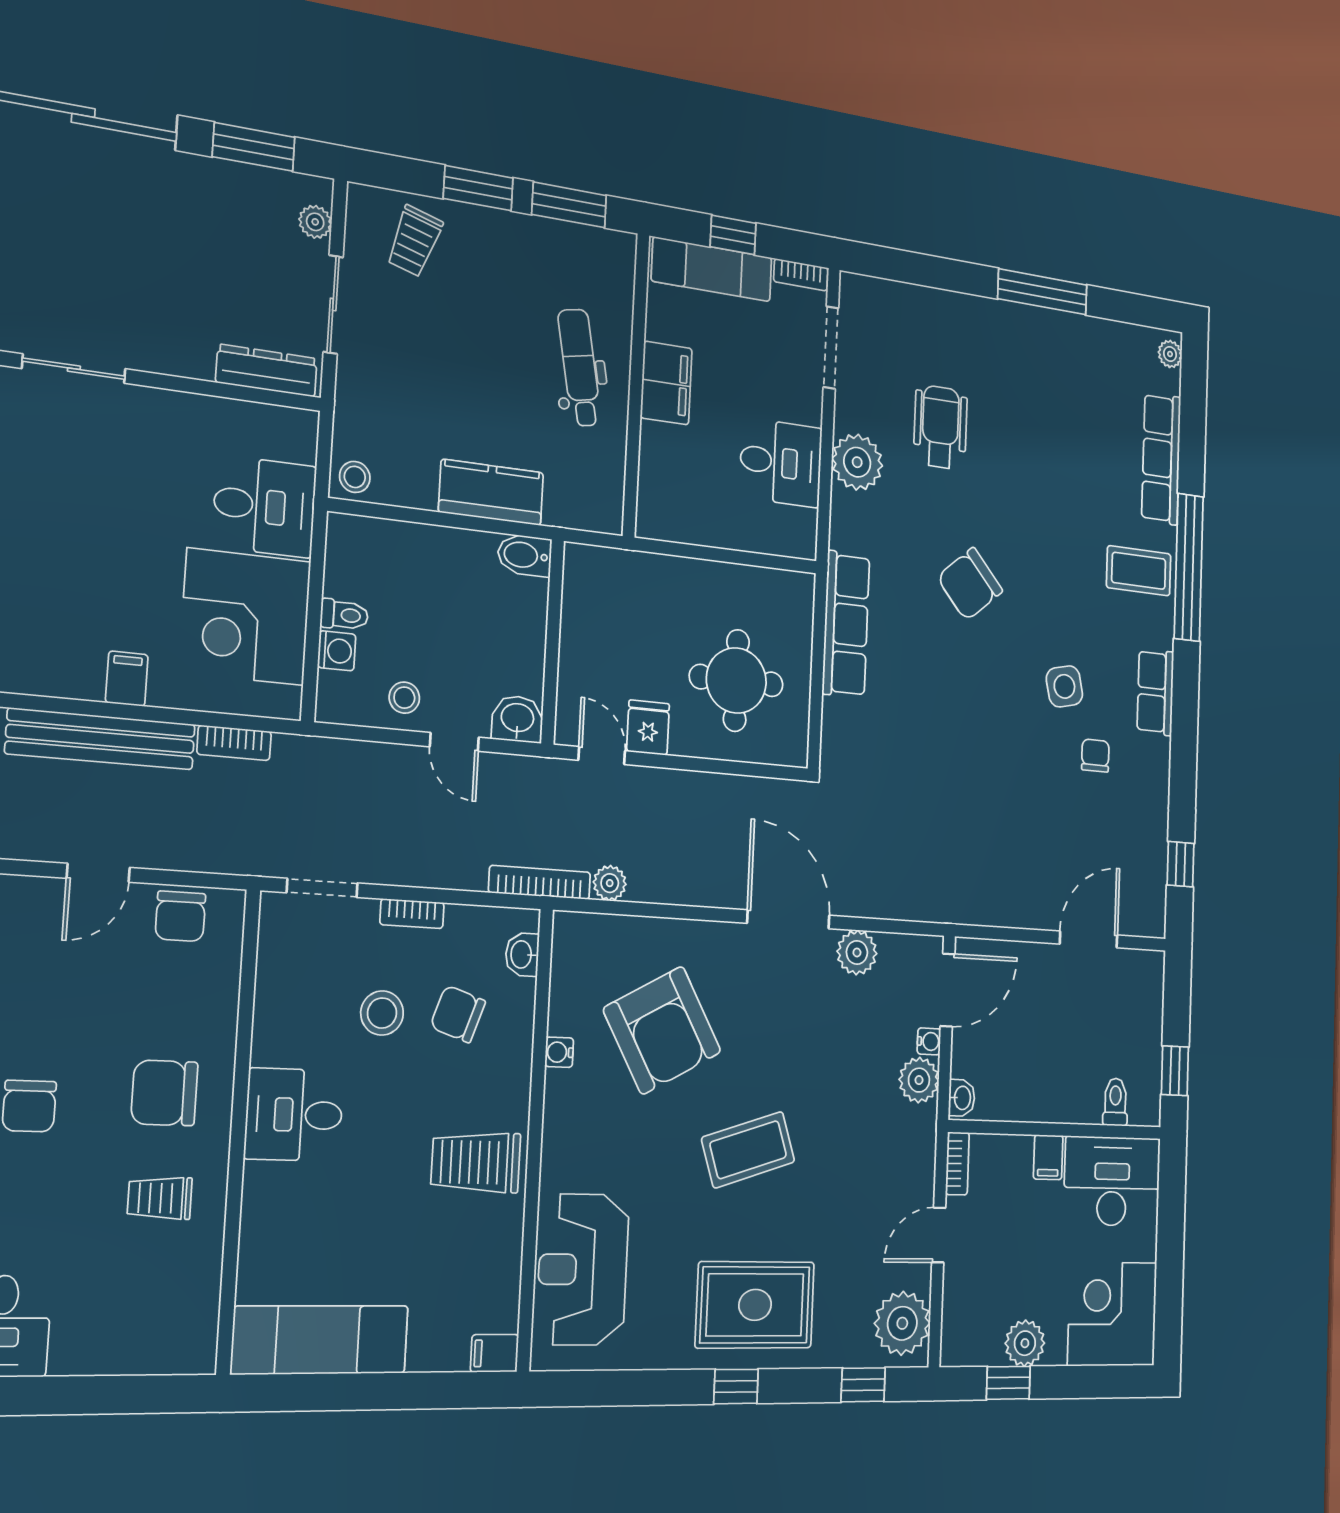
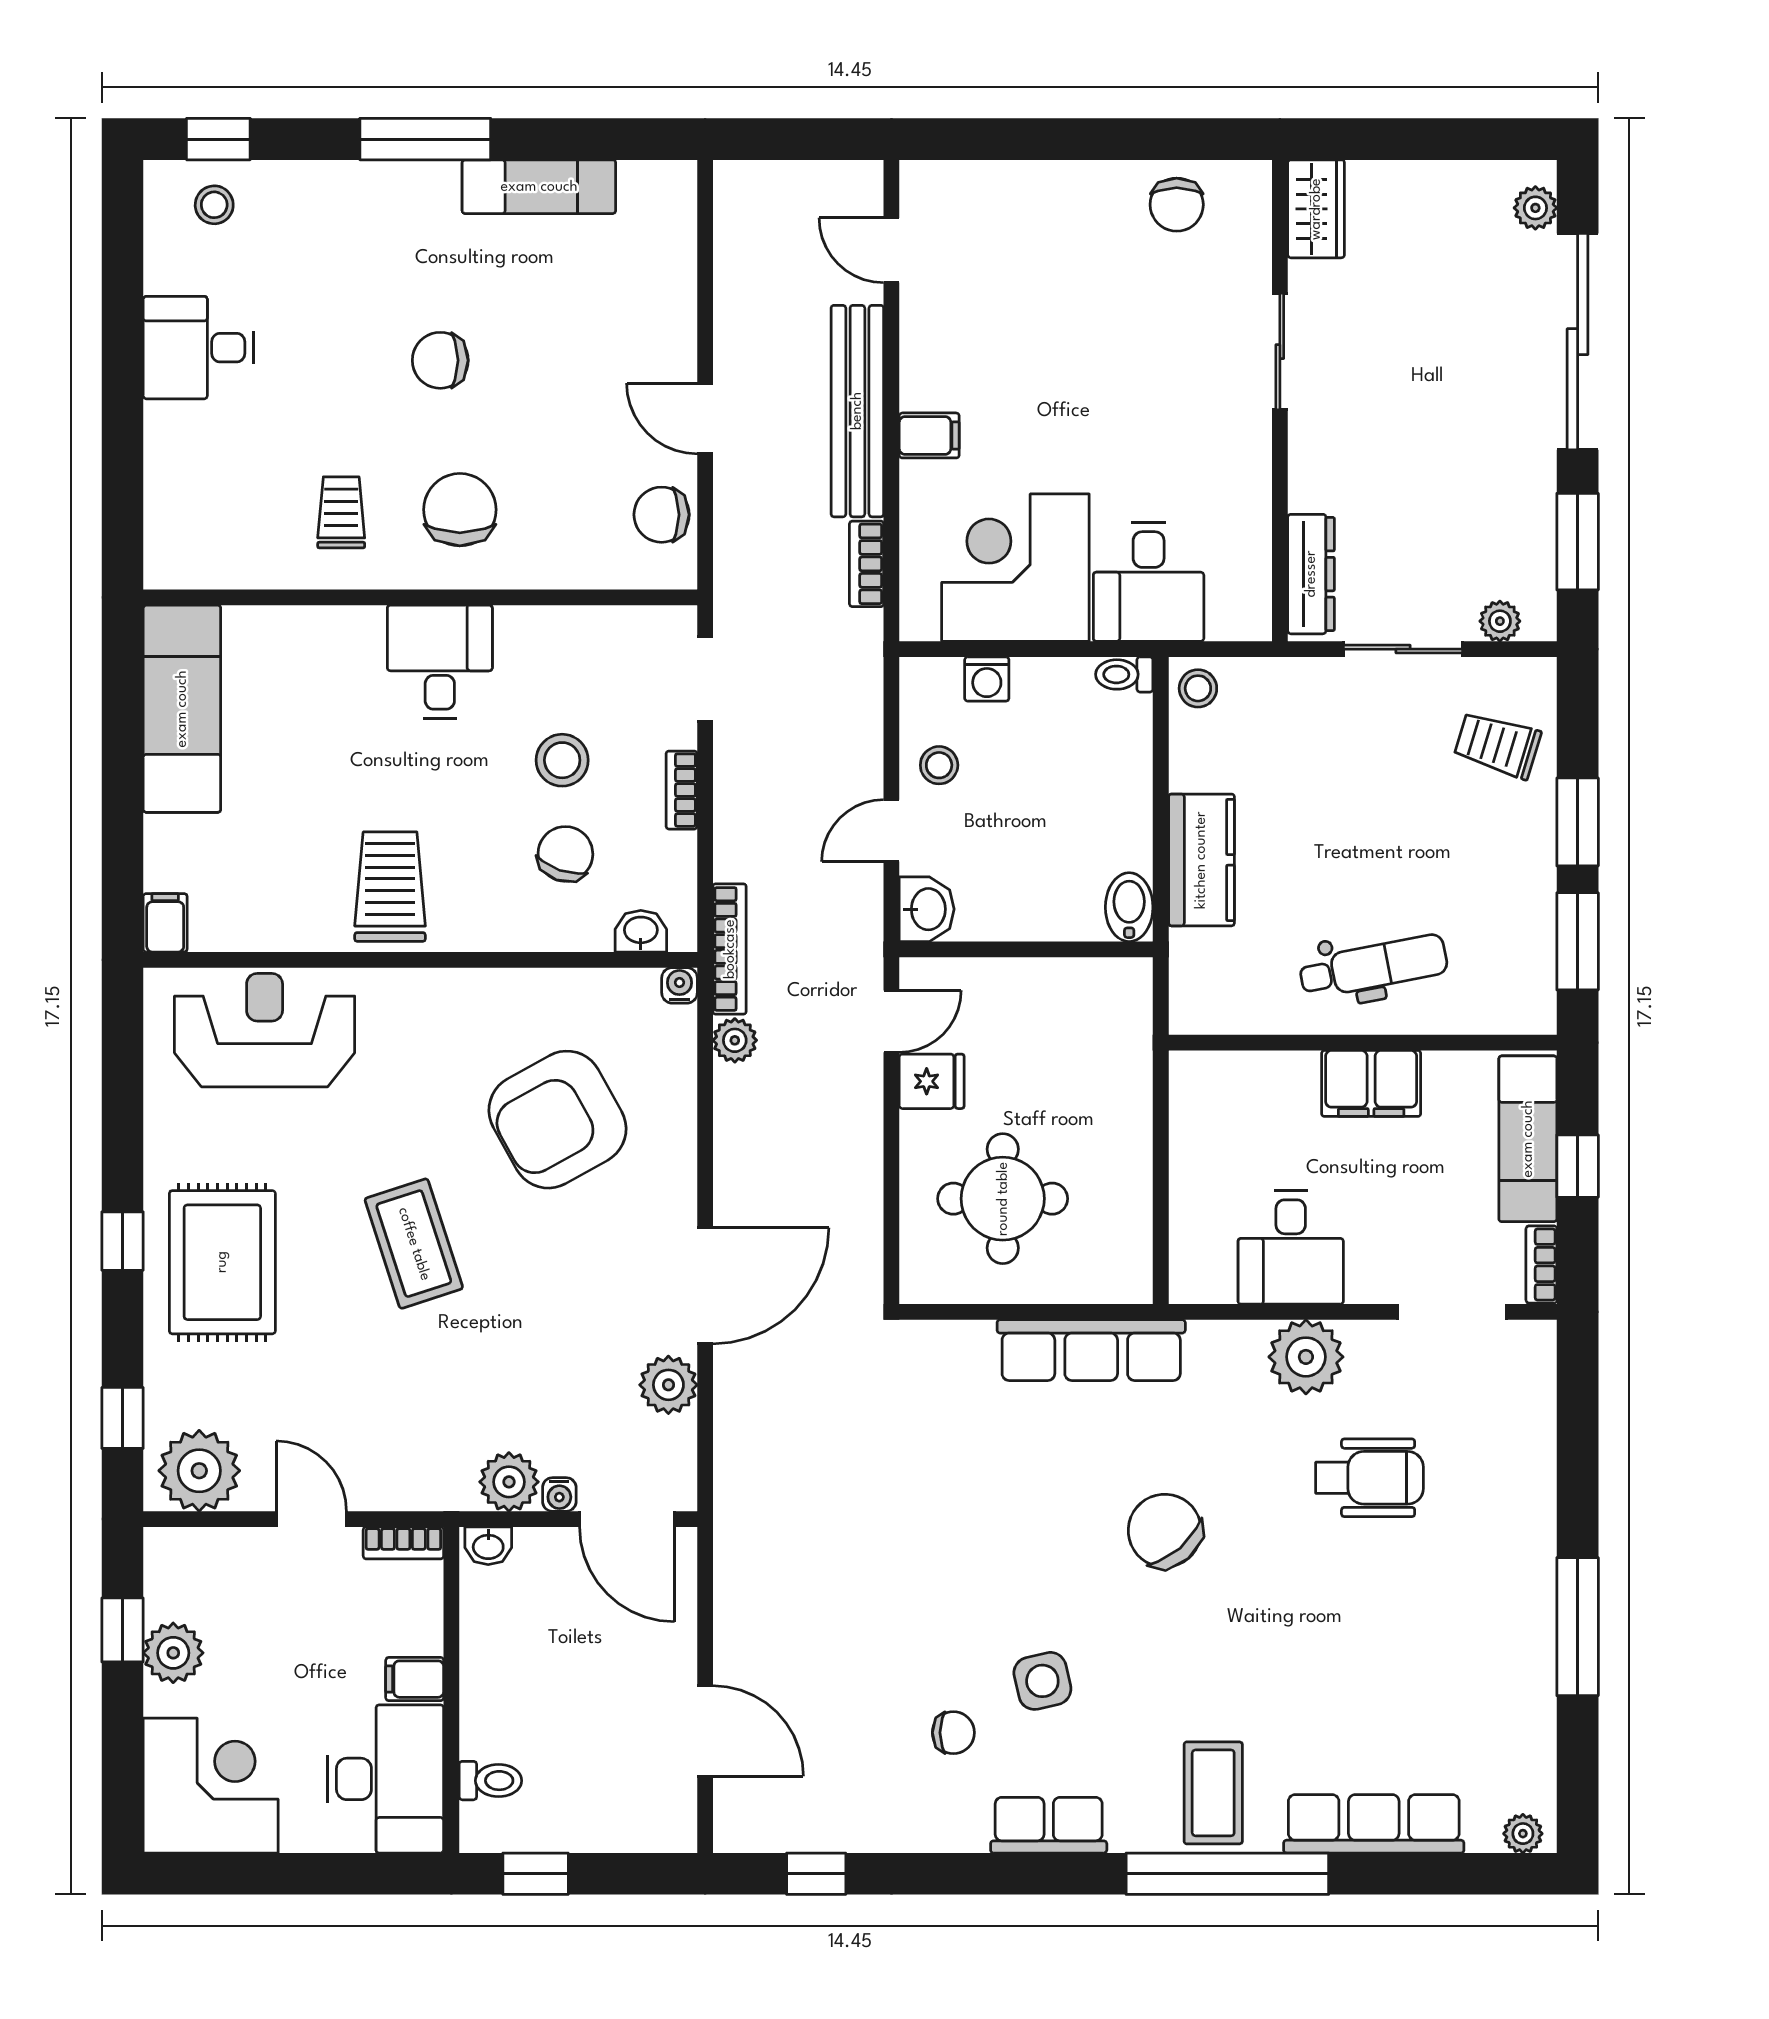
toilet: (344, 615) -> (1124, 674), moved, turned 90
water cooler: (559, 1052) -> (679, 985), moved

